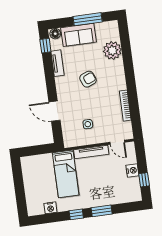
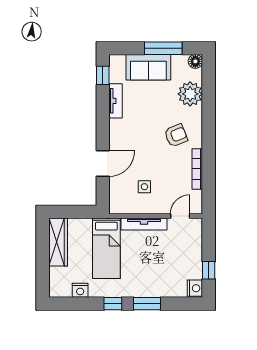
floor lamp: (55, 34) -> (195, 61), moved
armchair: (88, 79) -> (176, 135), moved
door: (54, 111) -> (103, 164), swing flipped
door: (117, 142) -> (180, 216), swing flipped
nightstand: (132, 170) -> (195, 288), moved
wardrobe: (29, 174) -> (58, 242), added

